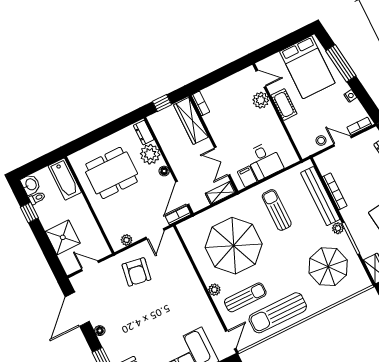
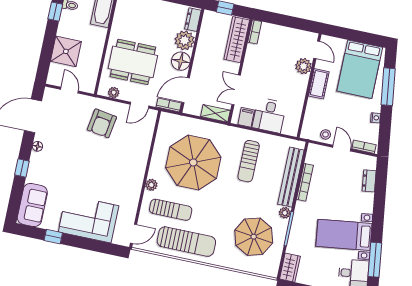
floor lamp: (164, 171) -> (181, 61), width x1.89, depth x1.89
dining table: (112, 173) -> (133, 62), moved
sun lounger: (277, 210) -> (249, 161), turned 180
sun lounger: (278, 313) -> (186, 242), turned 180

